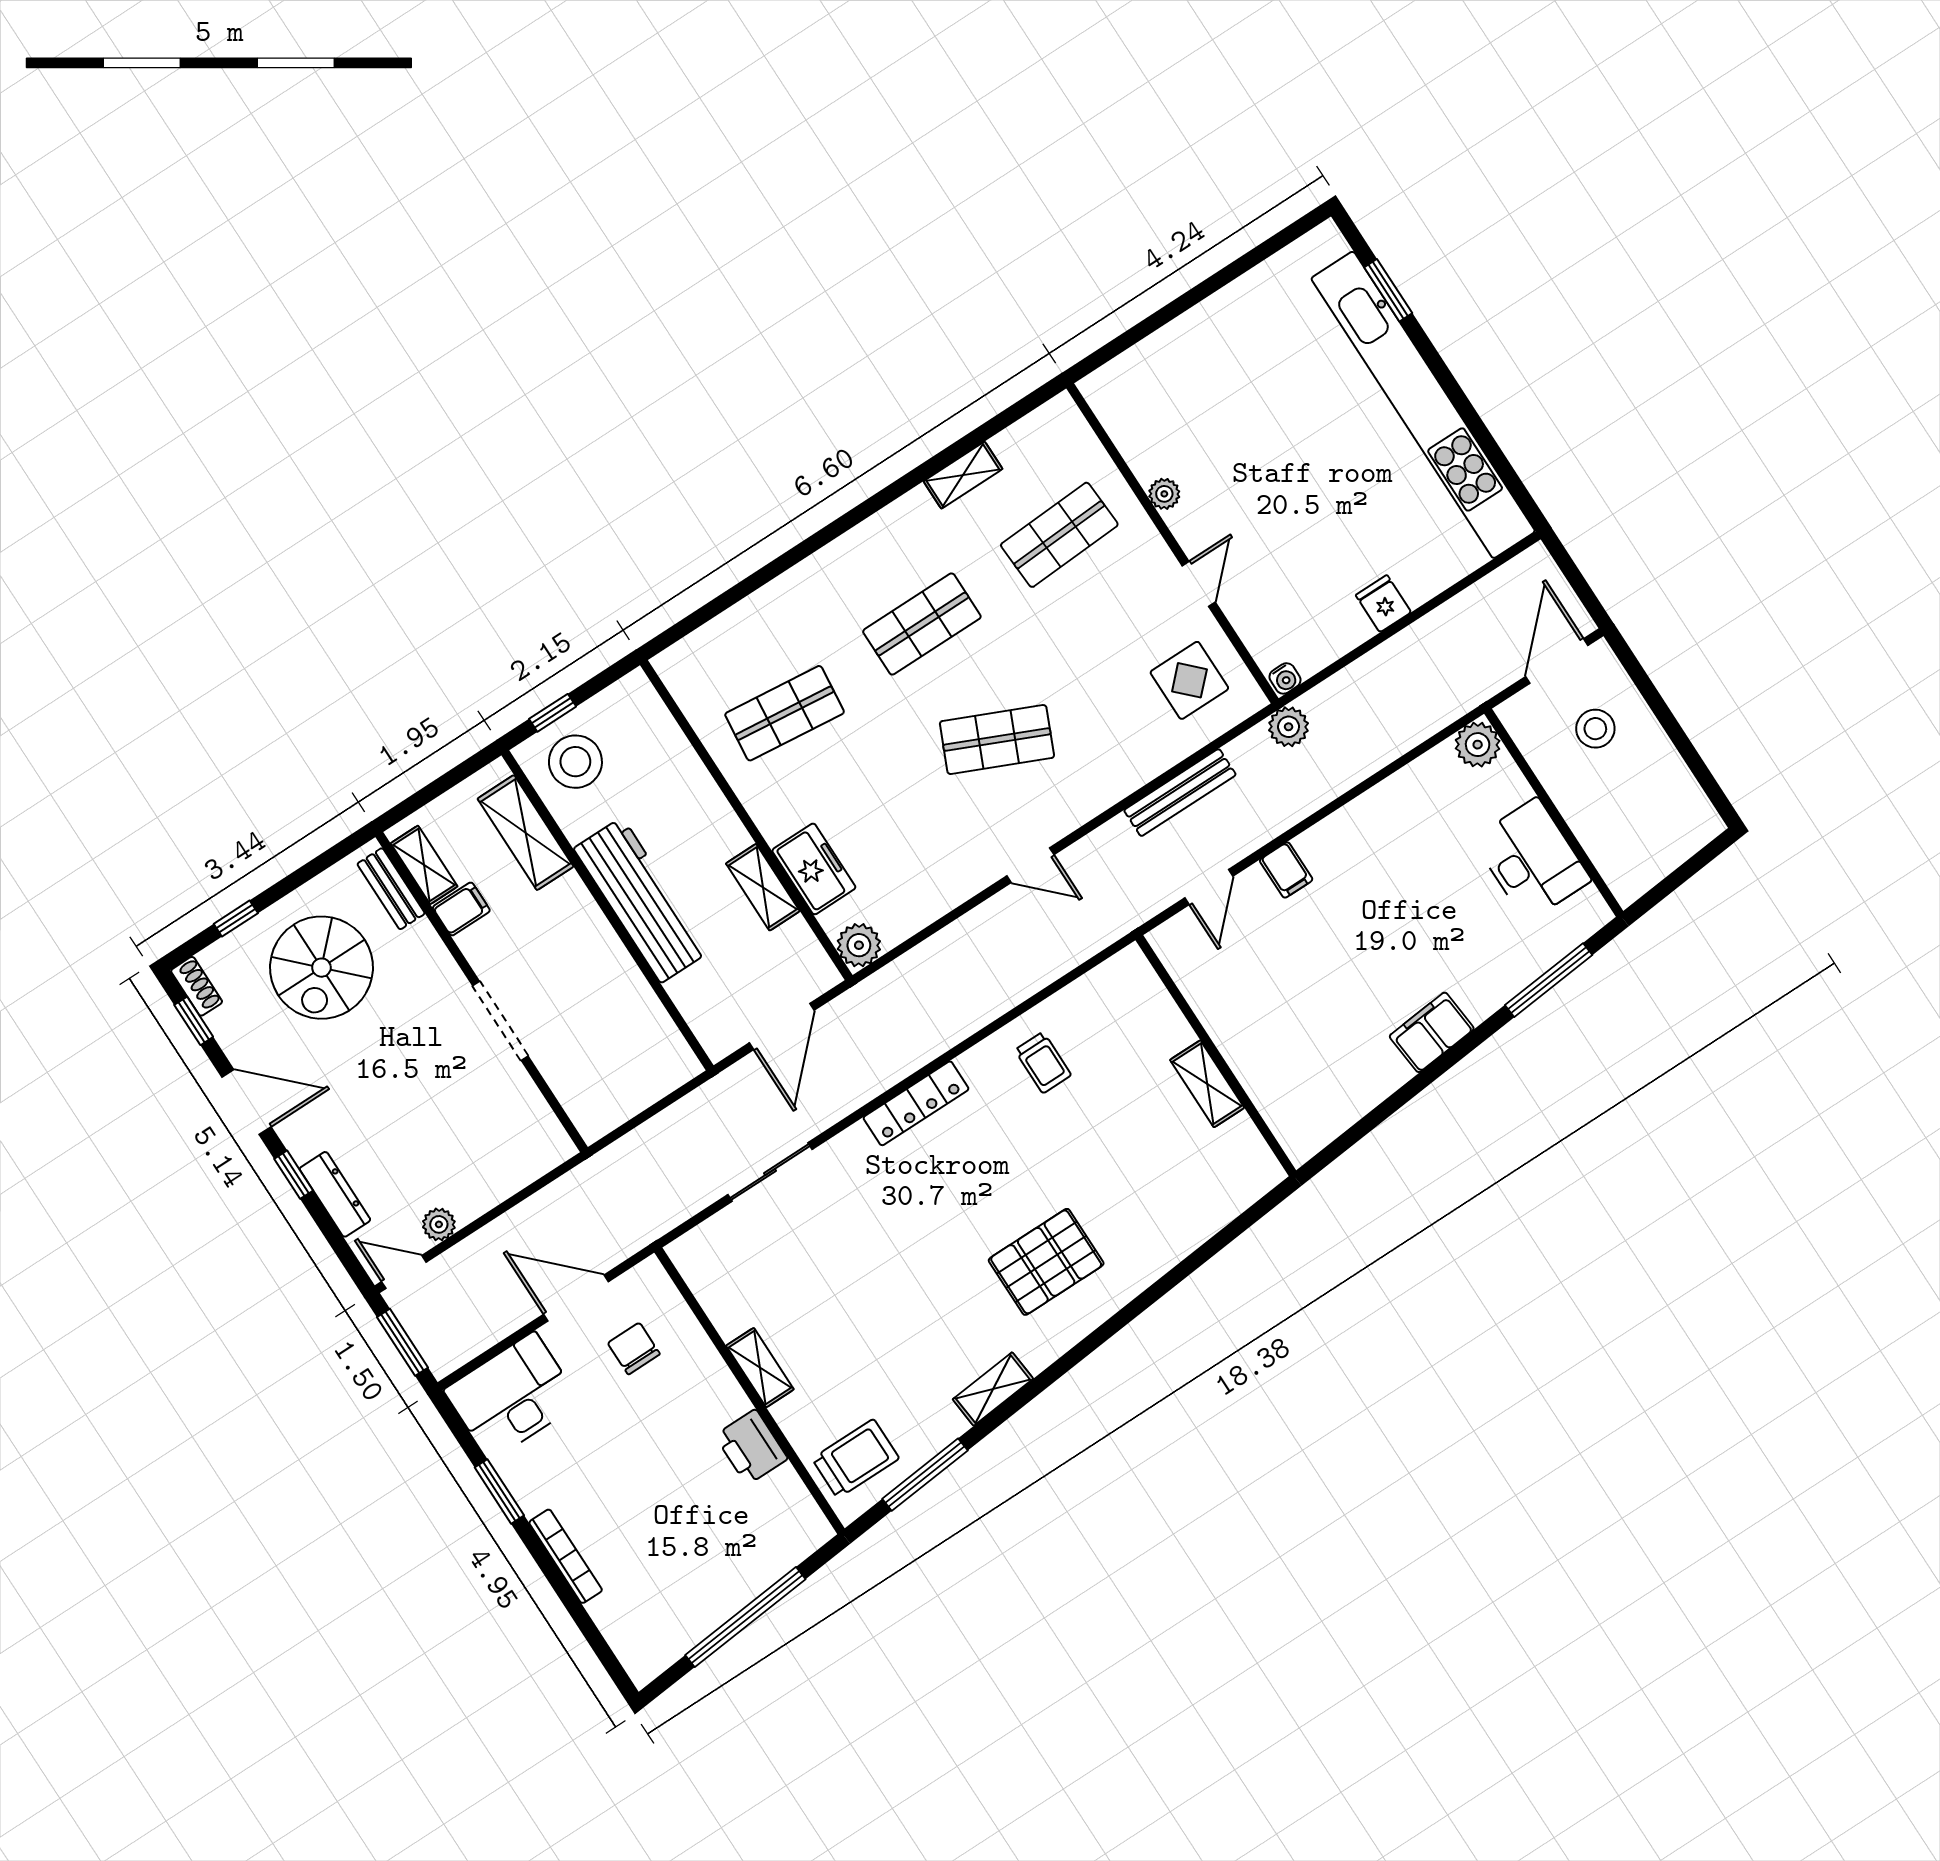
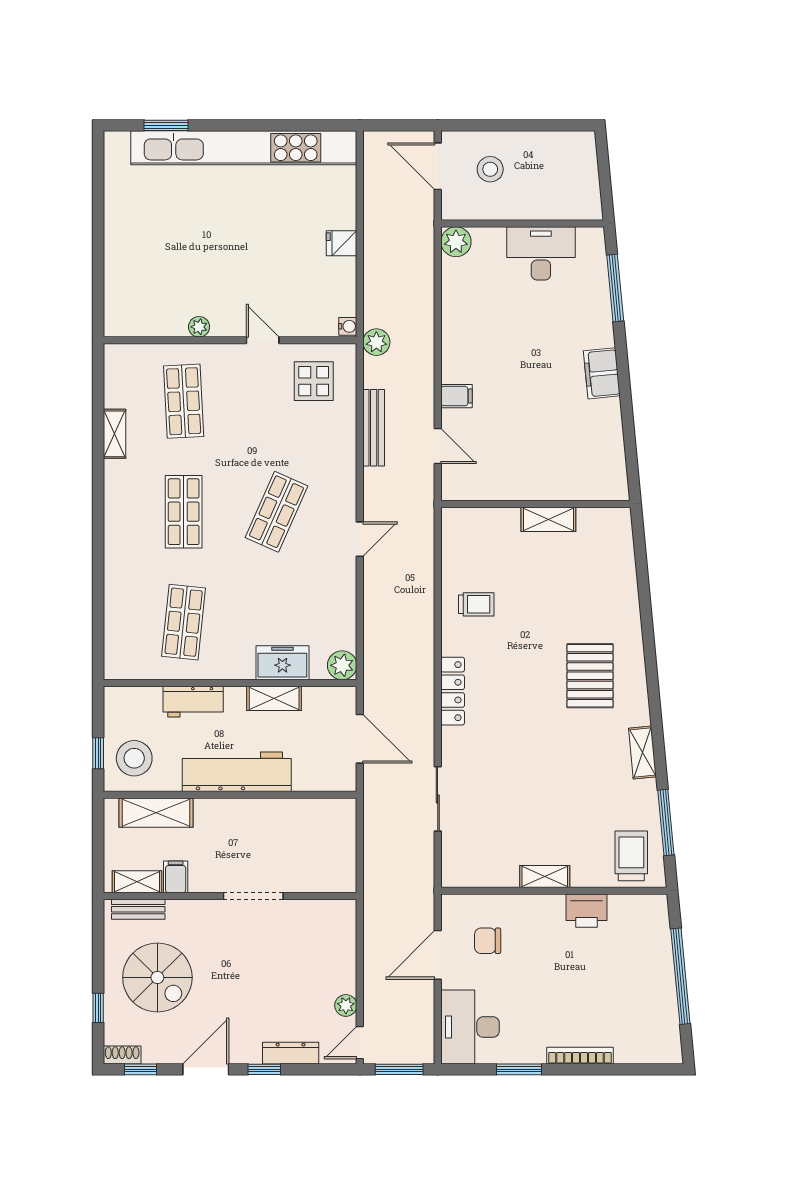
workbench: (693, 789) -> (193, 702), added

